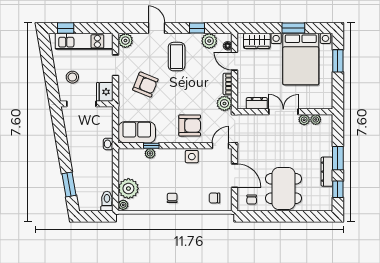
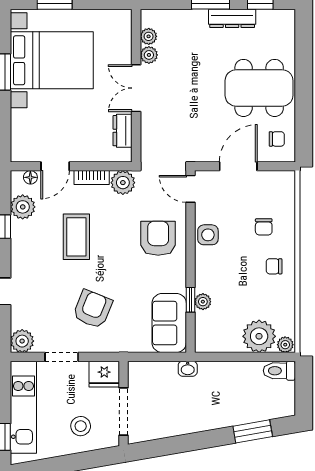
wardrobe: (257, 41) -> (23, 131), removed
coffee table: (177, 57) -> (76, 237), moved, turned 90
chair: (214, 198) -> (264, 227), moved

